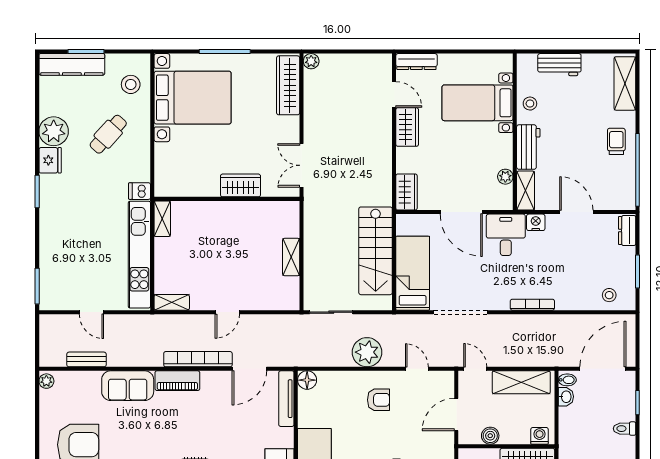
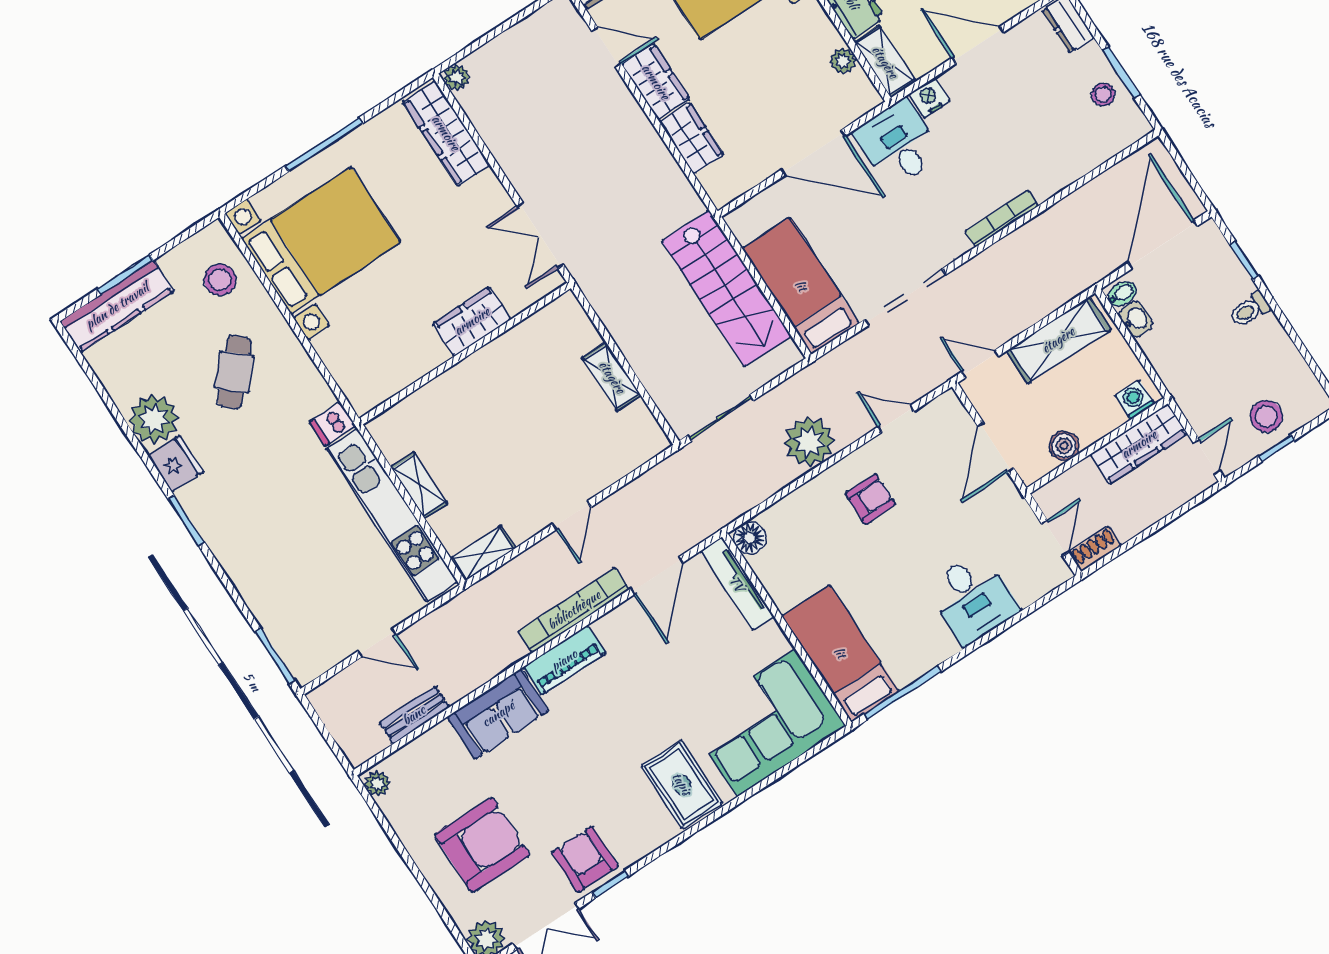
wardrobe: (406, 192) -> (692, 138), moved
shelving: (162, 219) -> (419, 485), moved
stool: (609, 295) -> (1103, 94), moved

